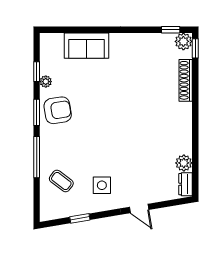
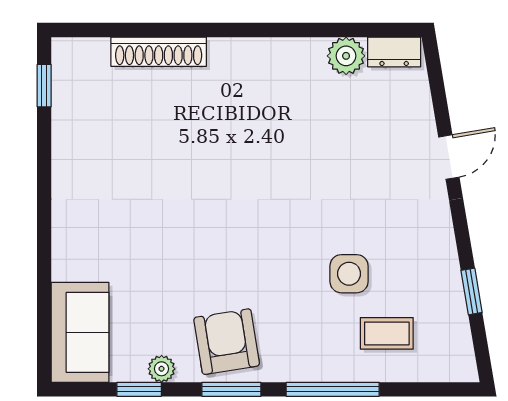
plant: (183, 41) -> (71, 57), removed
sofa: (87, 46) -> (80, 332), moved
window: (195, 48) -> (86, 30), removed
coffee table: (61, 181) -> (387, 333), turned 53
side table: (102, 185) -> (349, 274), moved

